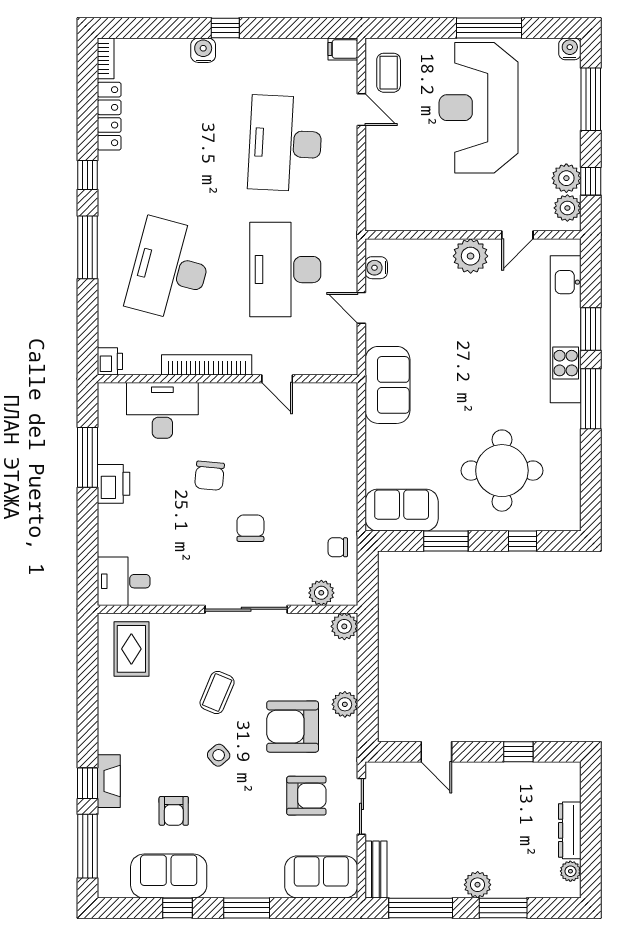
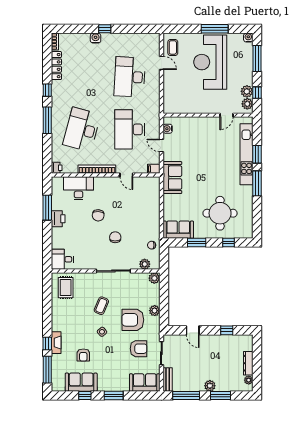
filing cabinet: (343, 49) -> (154, 169), moved
plant: (471, 256) -> (207, 124), removed

